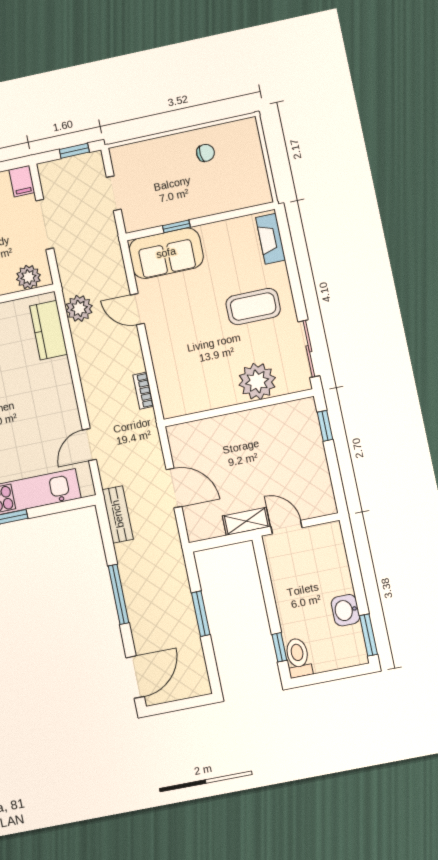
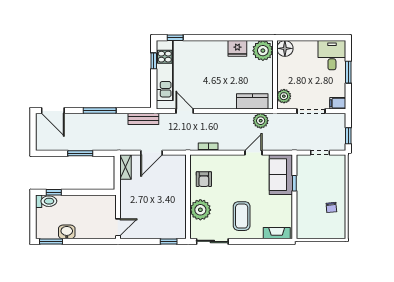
armchair: (202, 386) -> (204, 179), added
shelving: (246, 521) -> (125, 167), moved
door: (286, 527) -> (118, 227), moved

